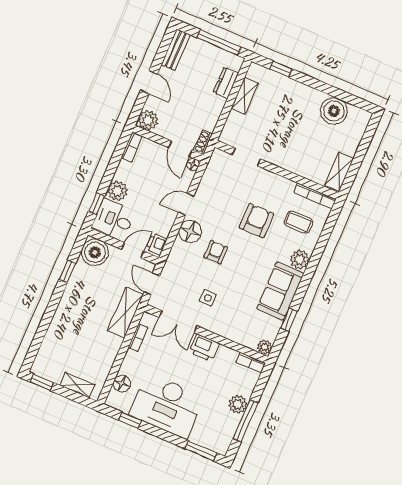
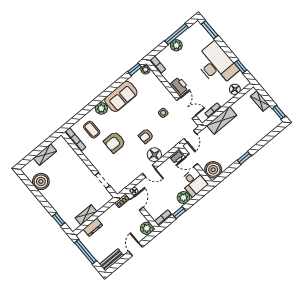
shelving: (339, 172) -> (45, 155), moved
window: (97, 204) -> (179, 213), moved
window: (67, 272) -> (244, 158), moved
shelving: (125, 313) -> (222, 120), moved
window: (289, 320) -> (135, 69), moved

